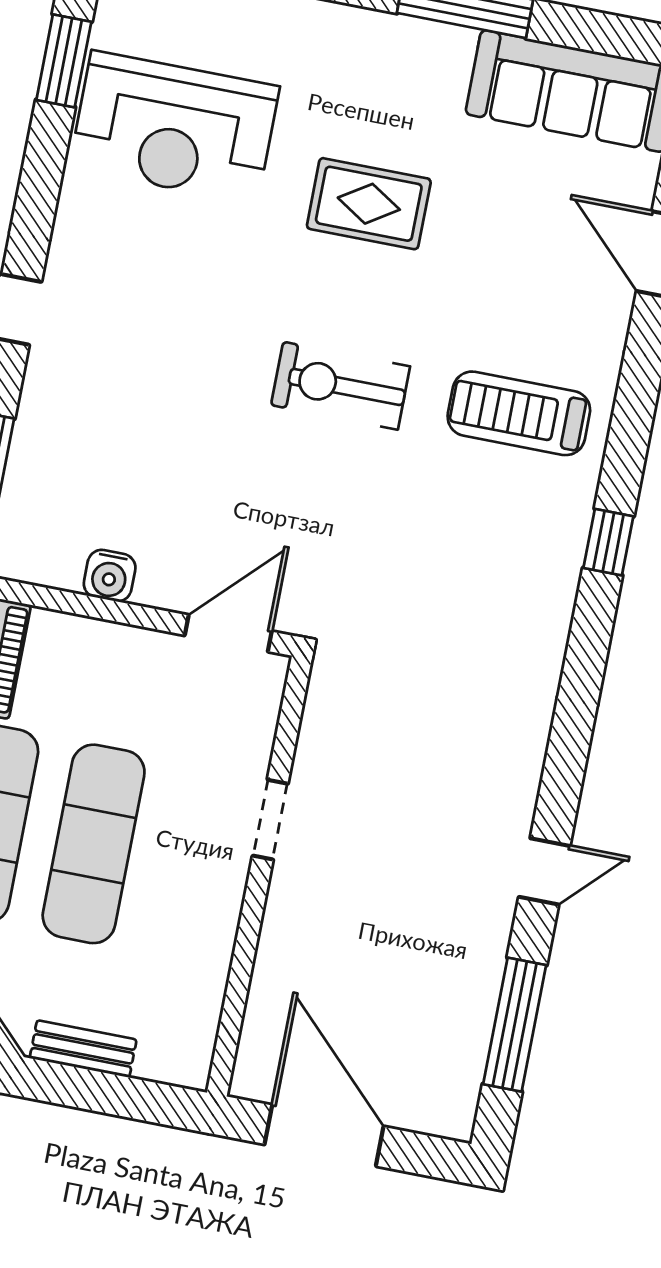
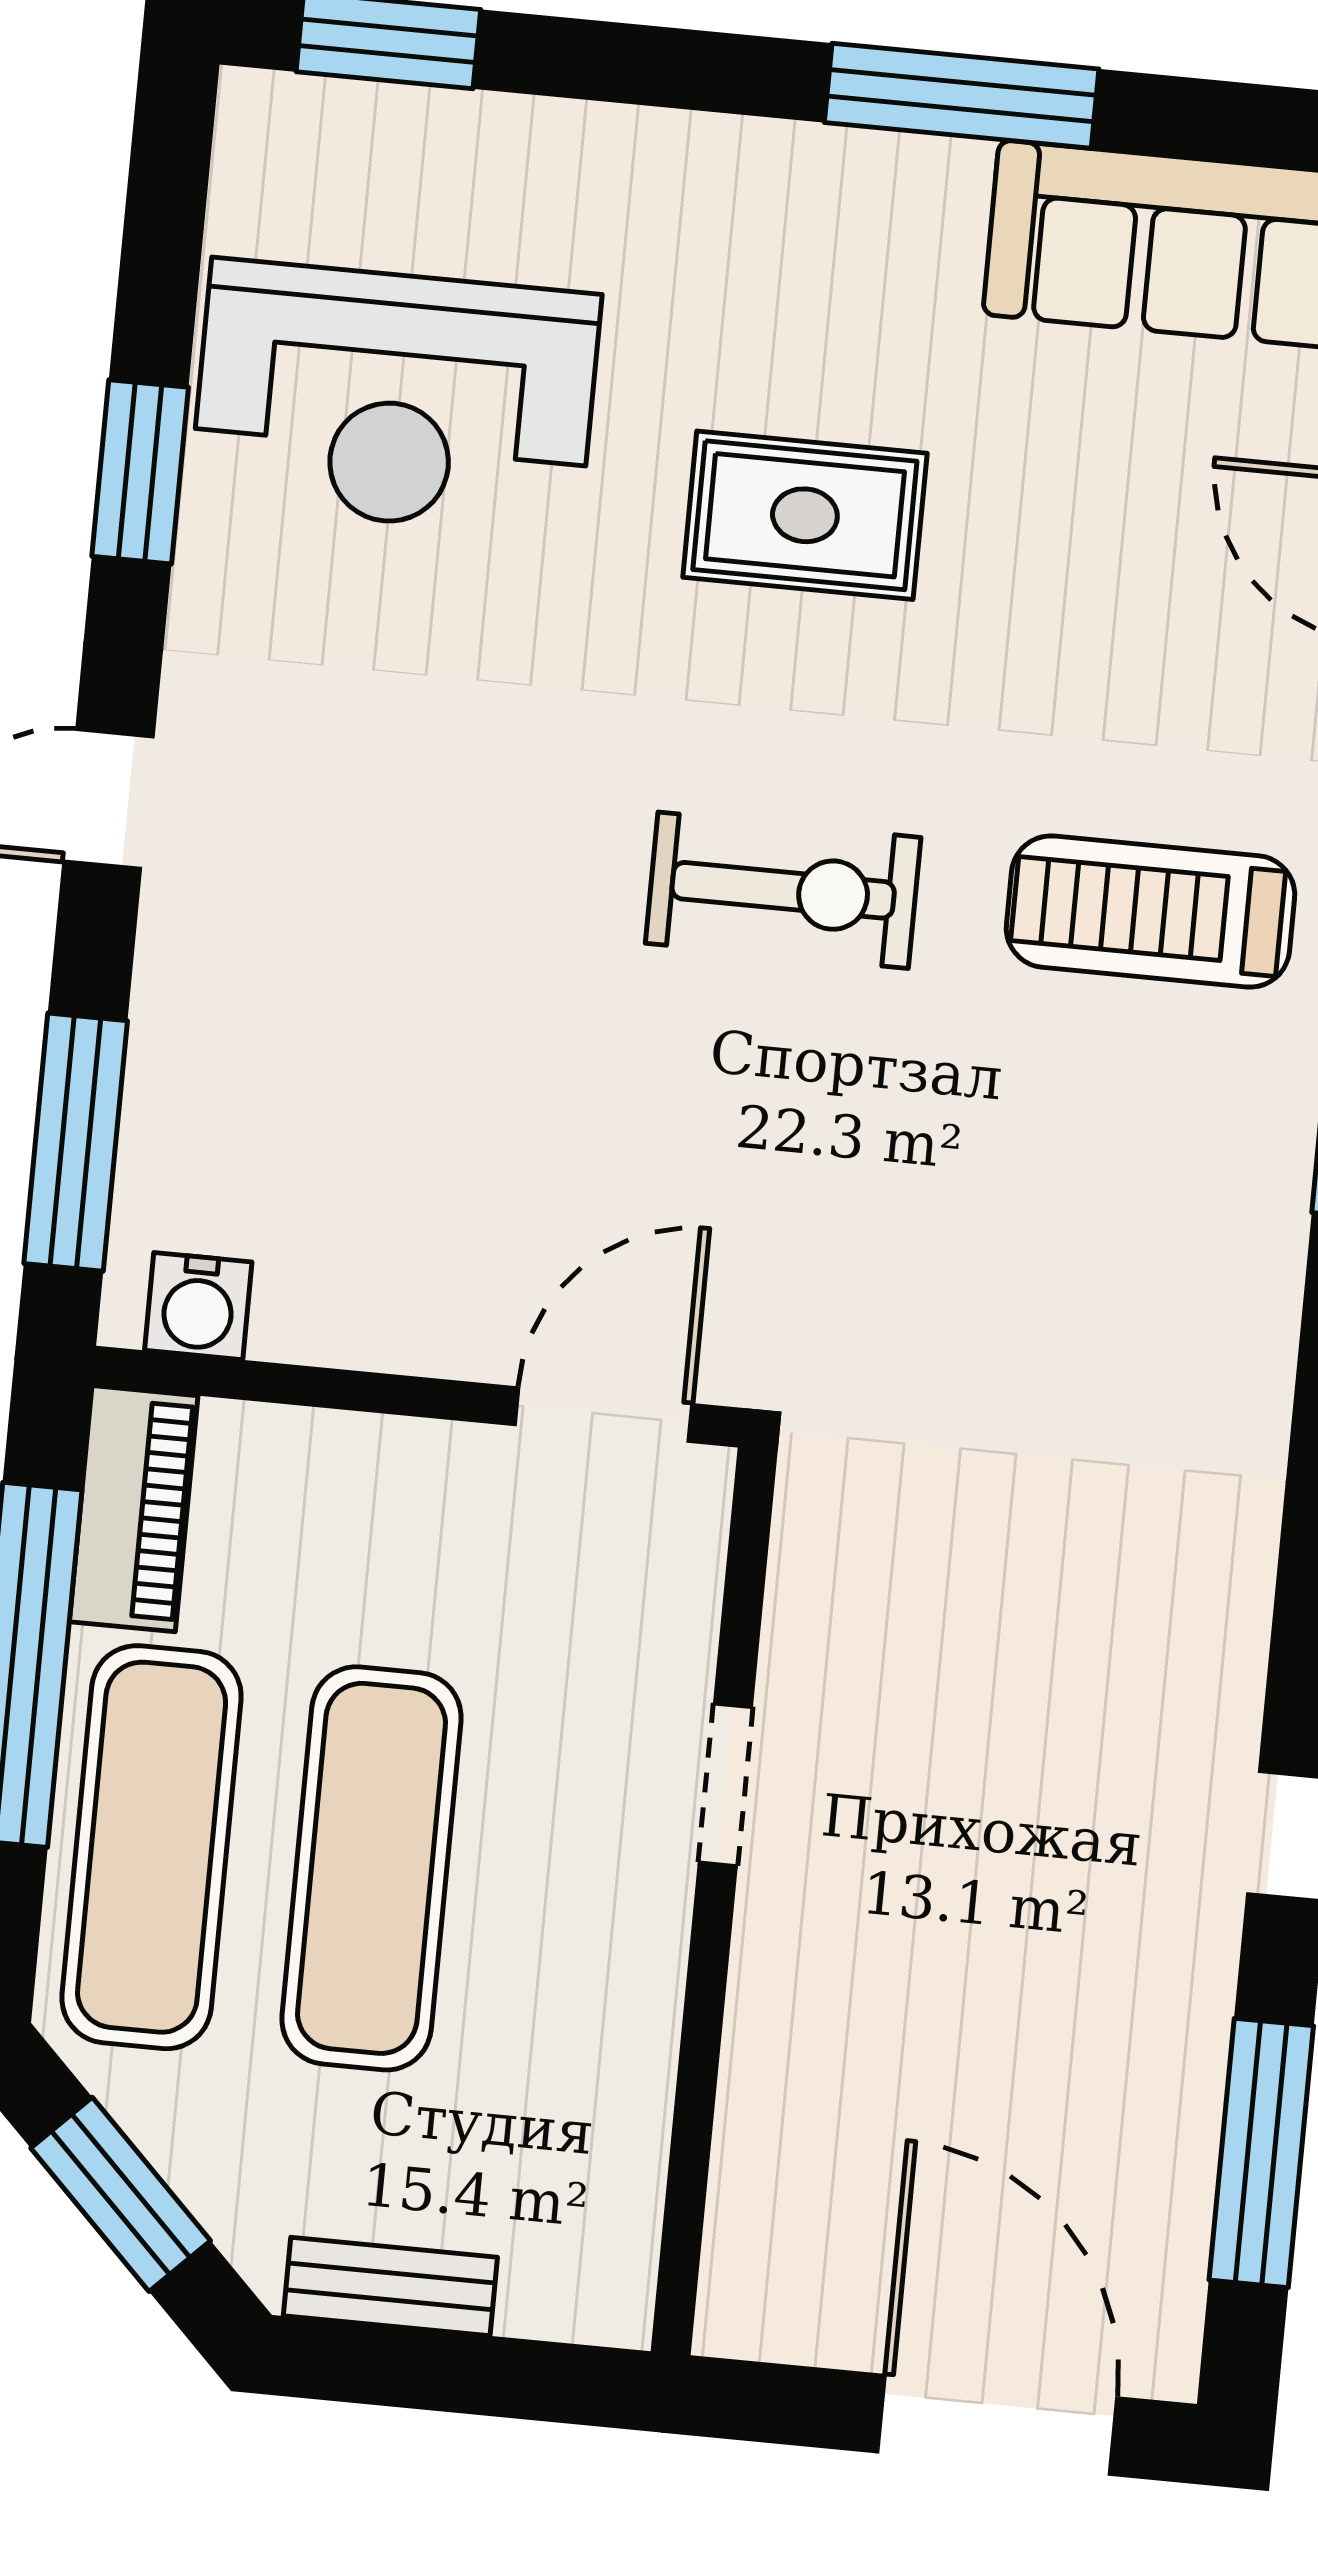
window: (64, 61) -> (140, 472), moved
exercise bike: (341, 386) -> (783, 890), turned 180
water cooler: (110, 576) -> (198, 1306), moved
door: (324, 1135) -> (997, 2425), moved

